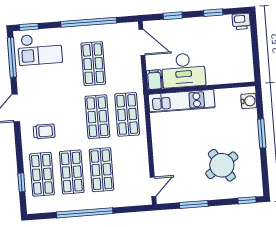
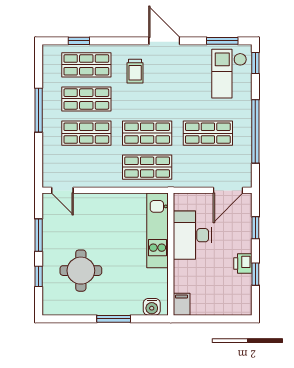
printer: (241, 21) -> (243, 264), moved
window: (12, 57) -> (222, 41), width x0.69
filing cabinet: (154, 80) -> (182, 304), moved, turned -90
round table: (222, 165) -> (81, 271), turned 33
window: (247, 200) -> (39, 276), moved
window: (85, 213) -> (39, 110), width x0.68

